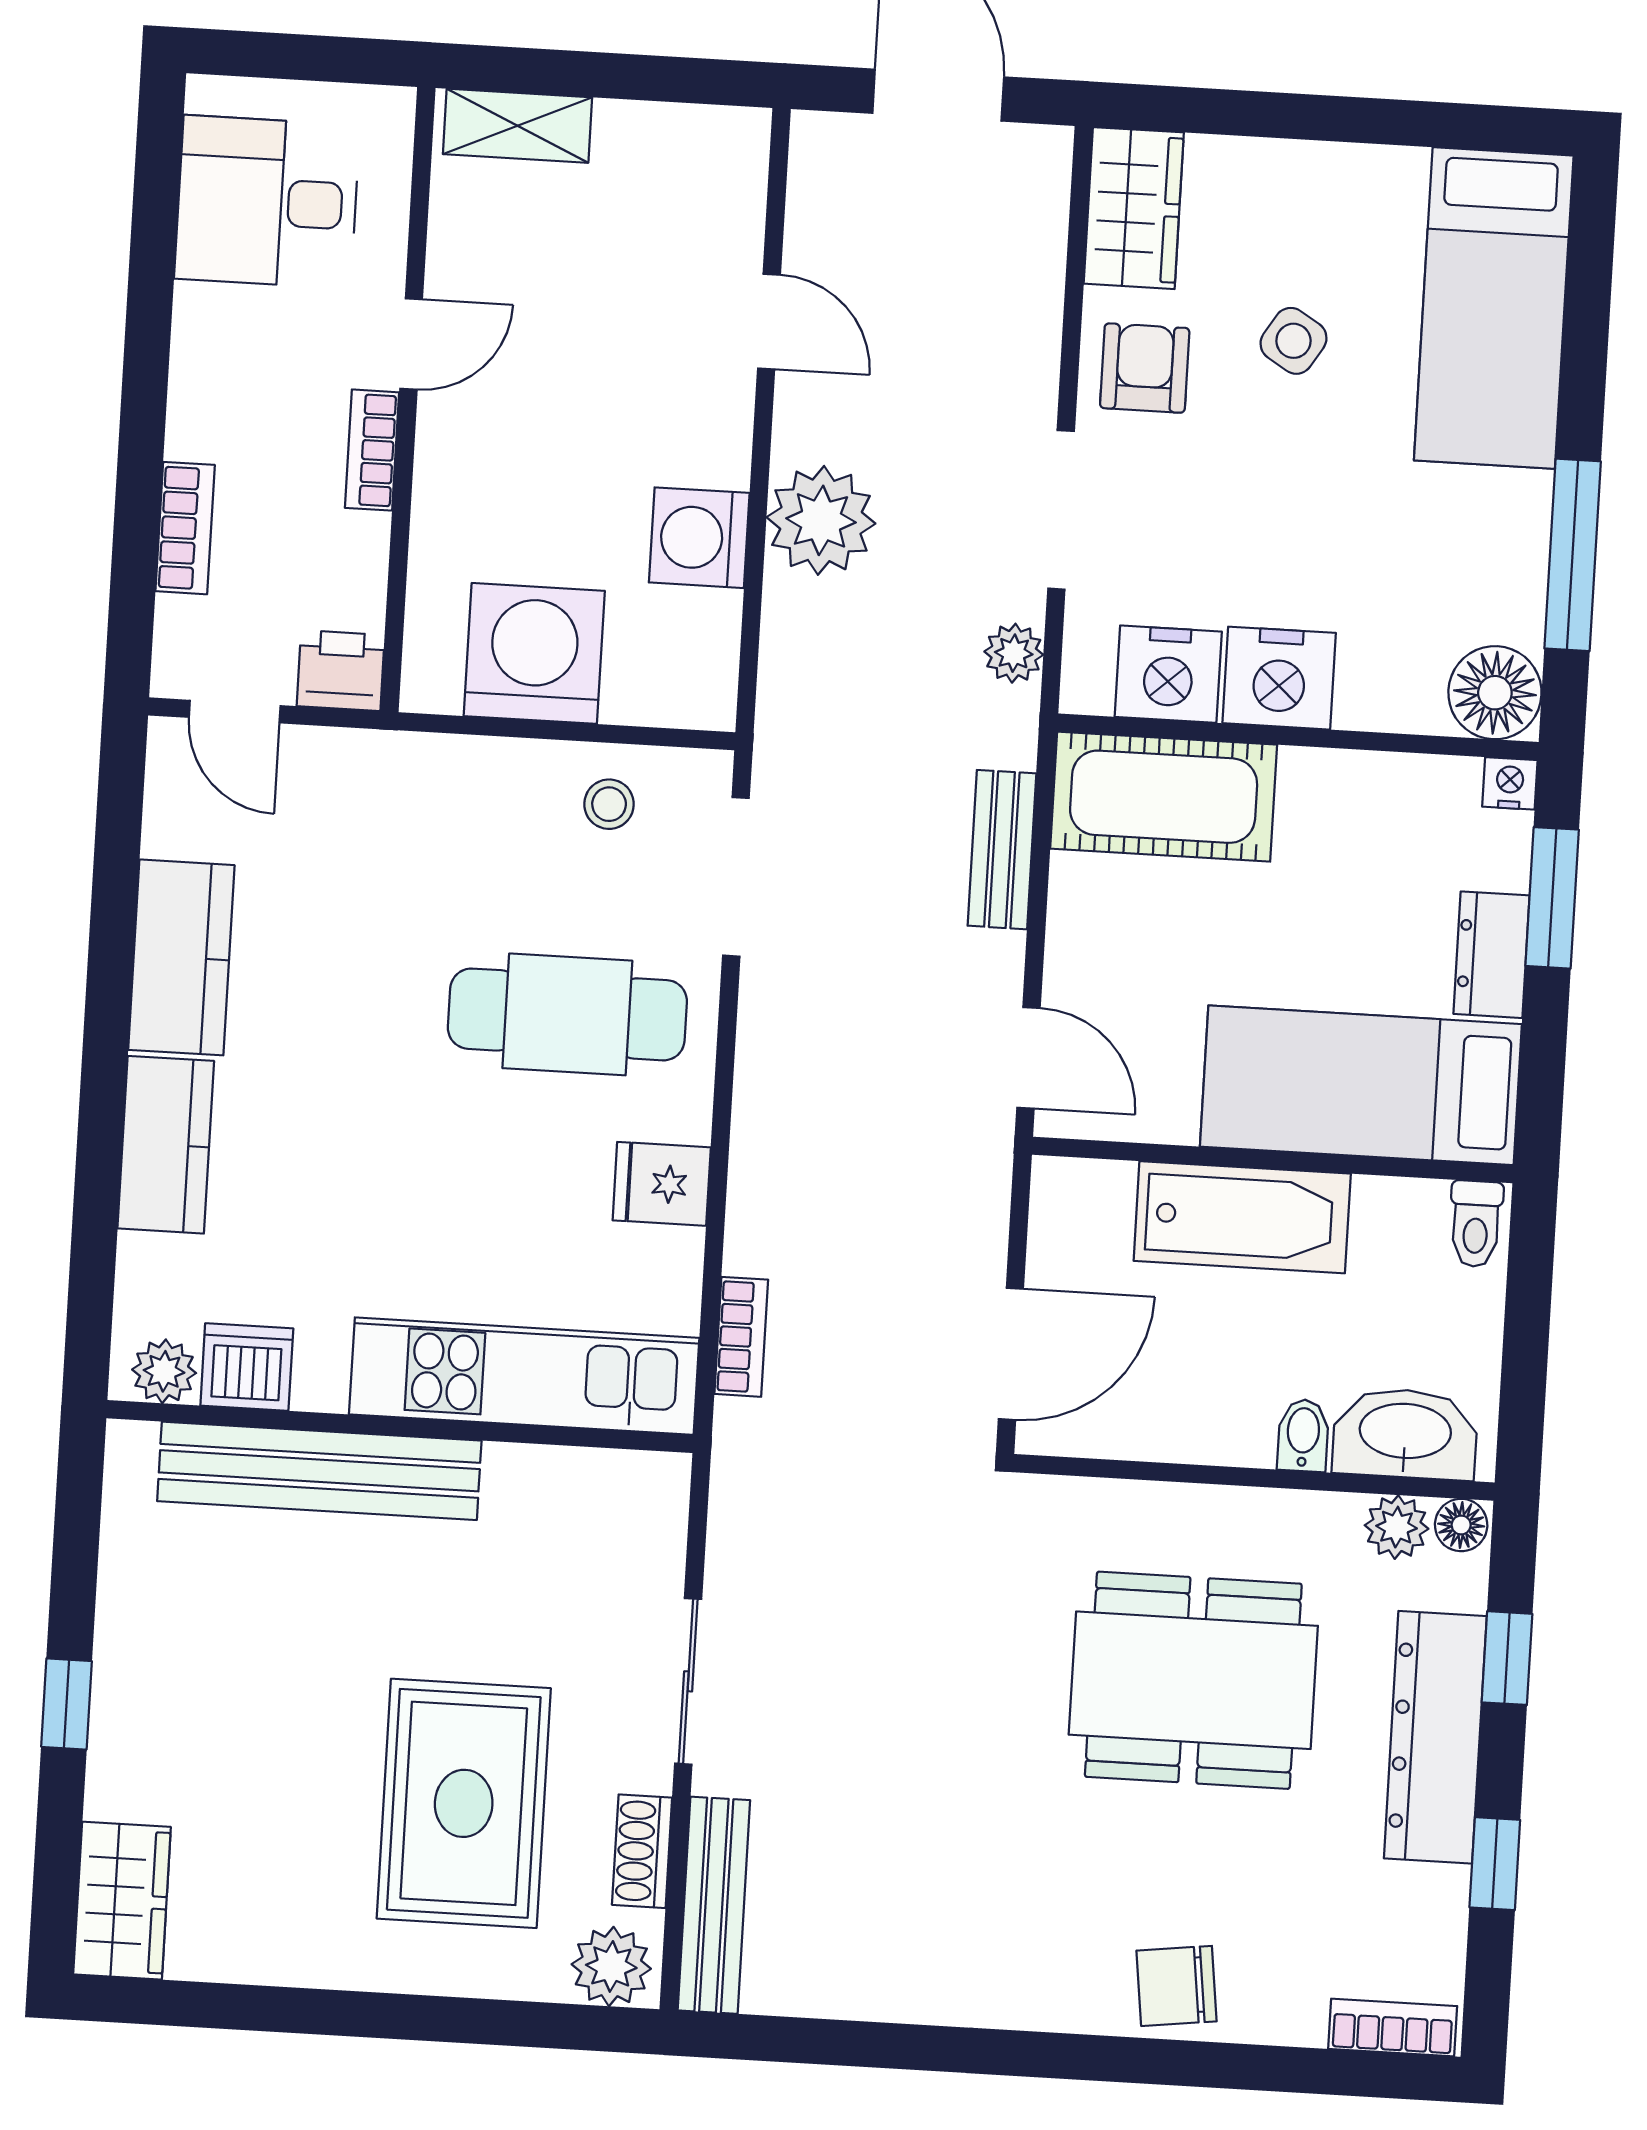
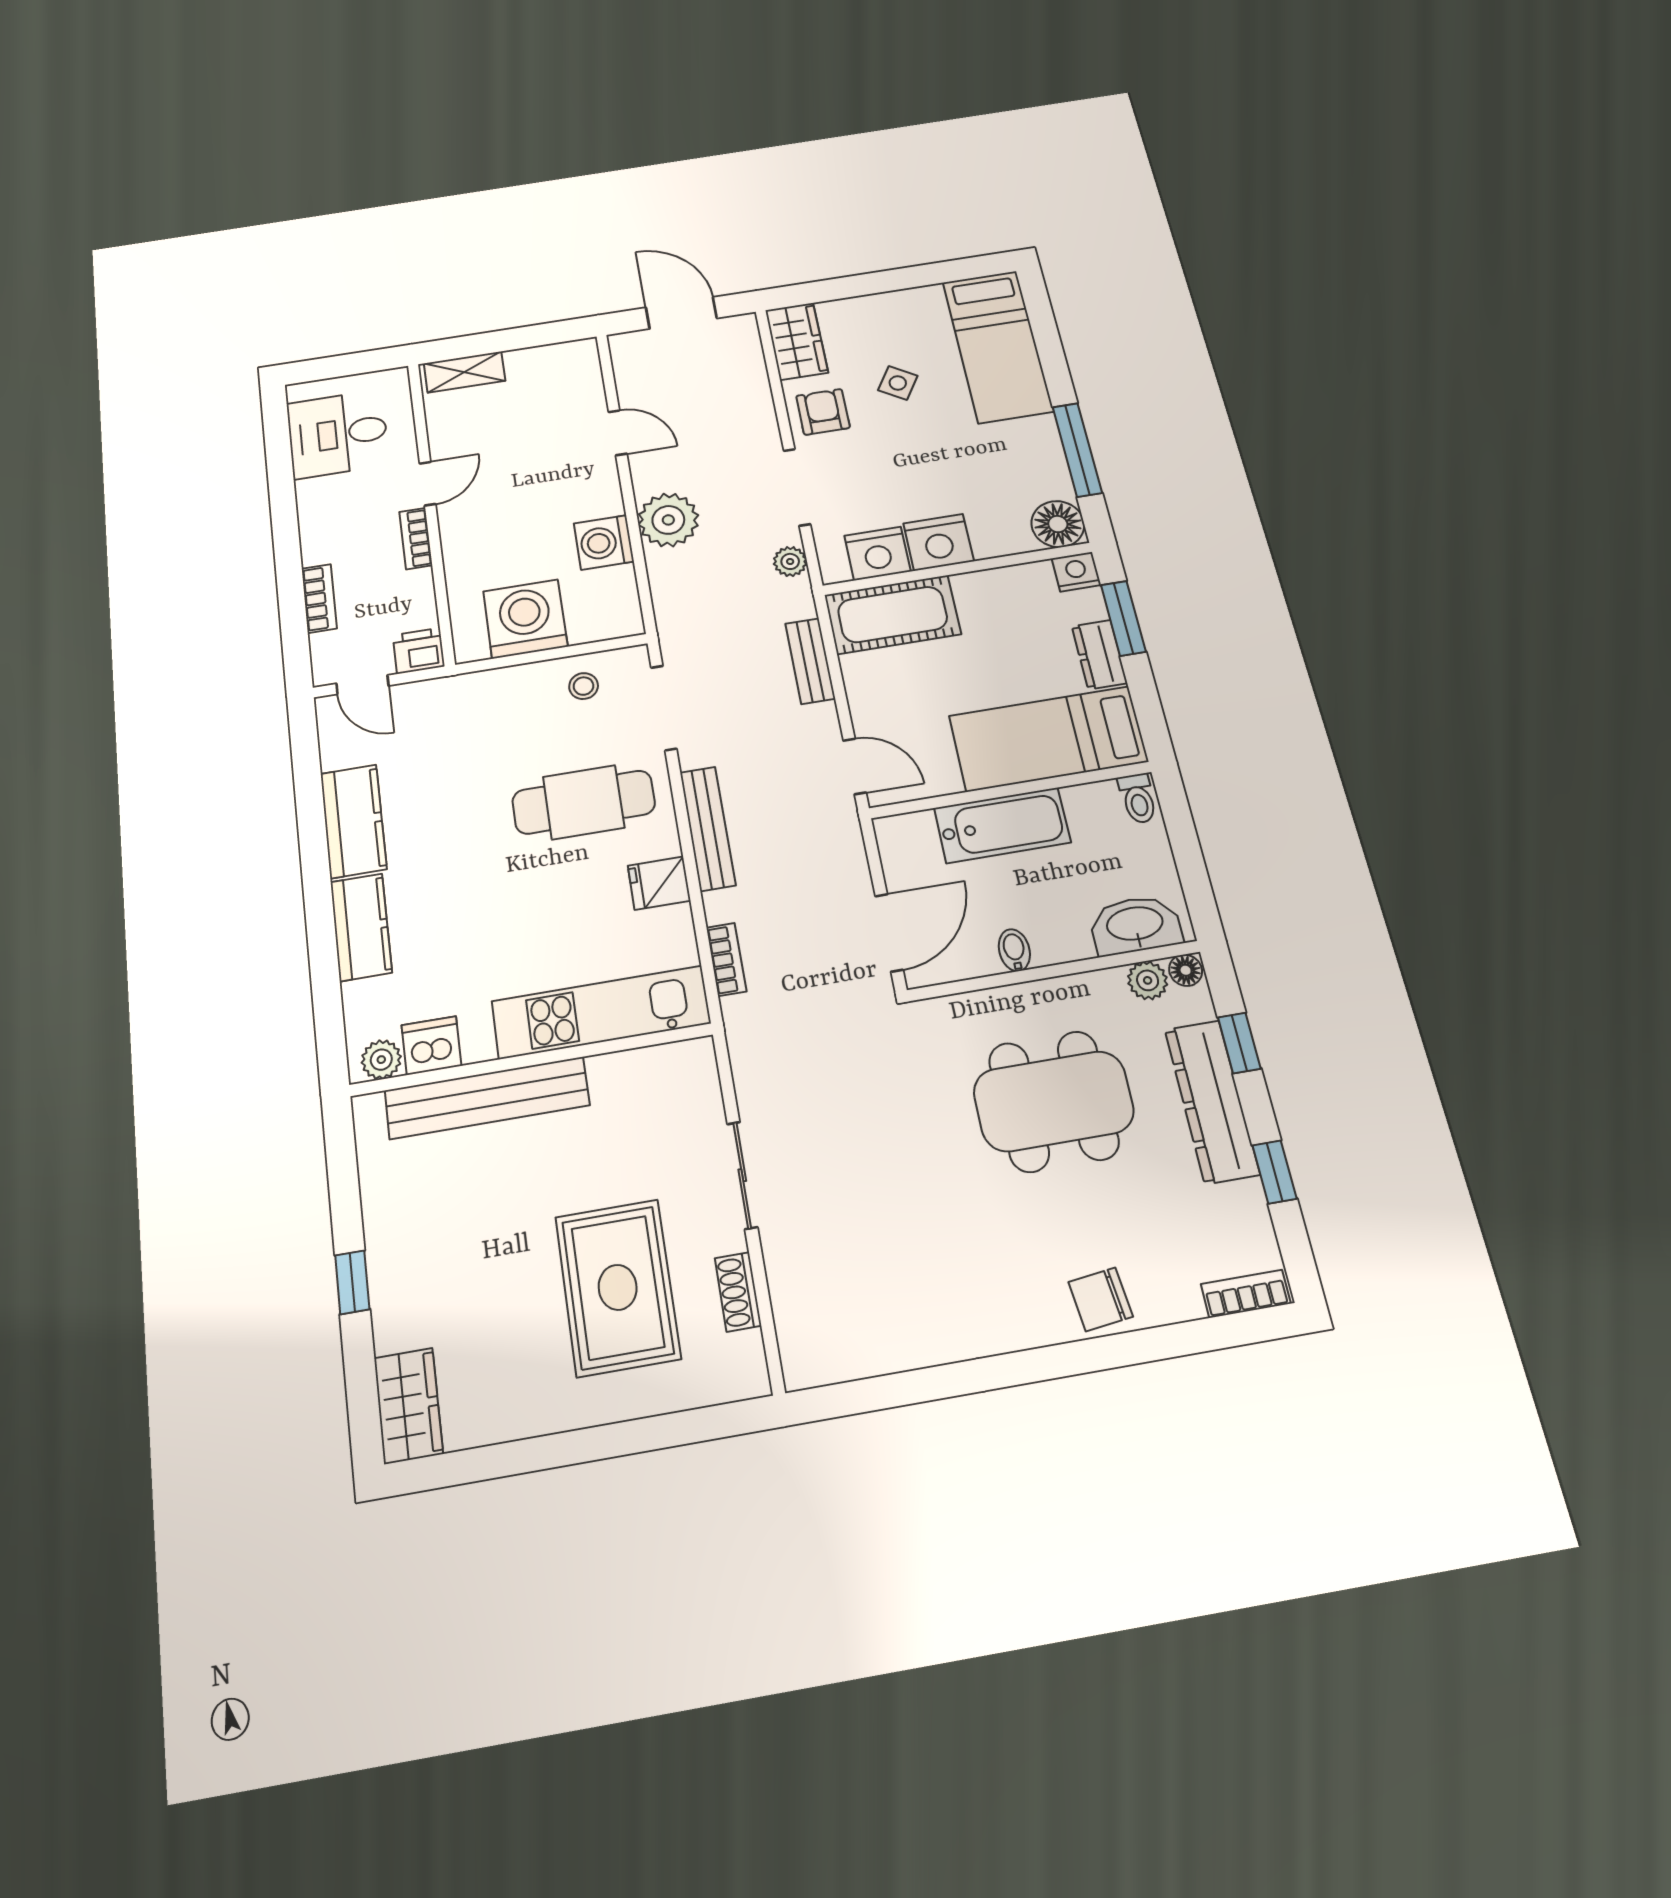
nightstand: (1510, 783) -> (1076, 572), width x1.39, depth x1.35
bidet: (1303, 1435) -> (1014, 950), moved
bench: (714, 1905) -> (708, 828), moved
plant: (611, 1966) -> (735, 1374), removed

